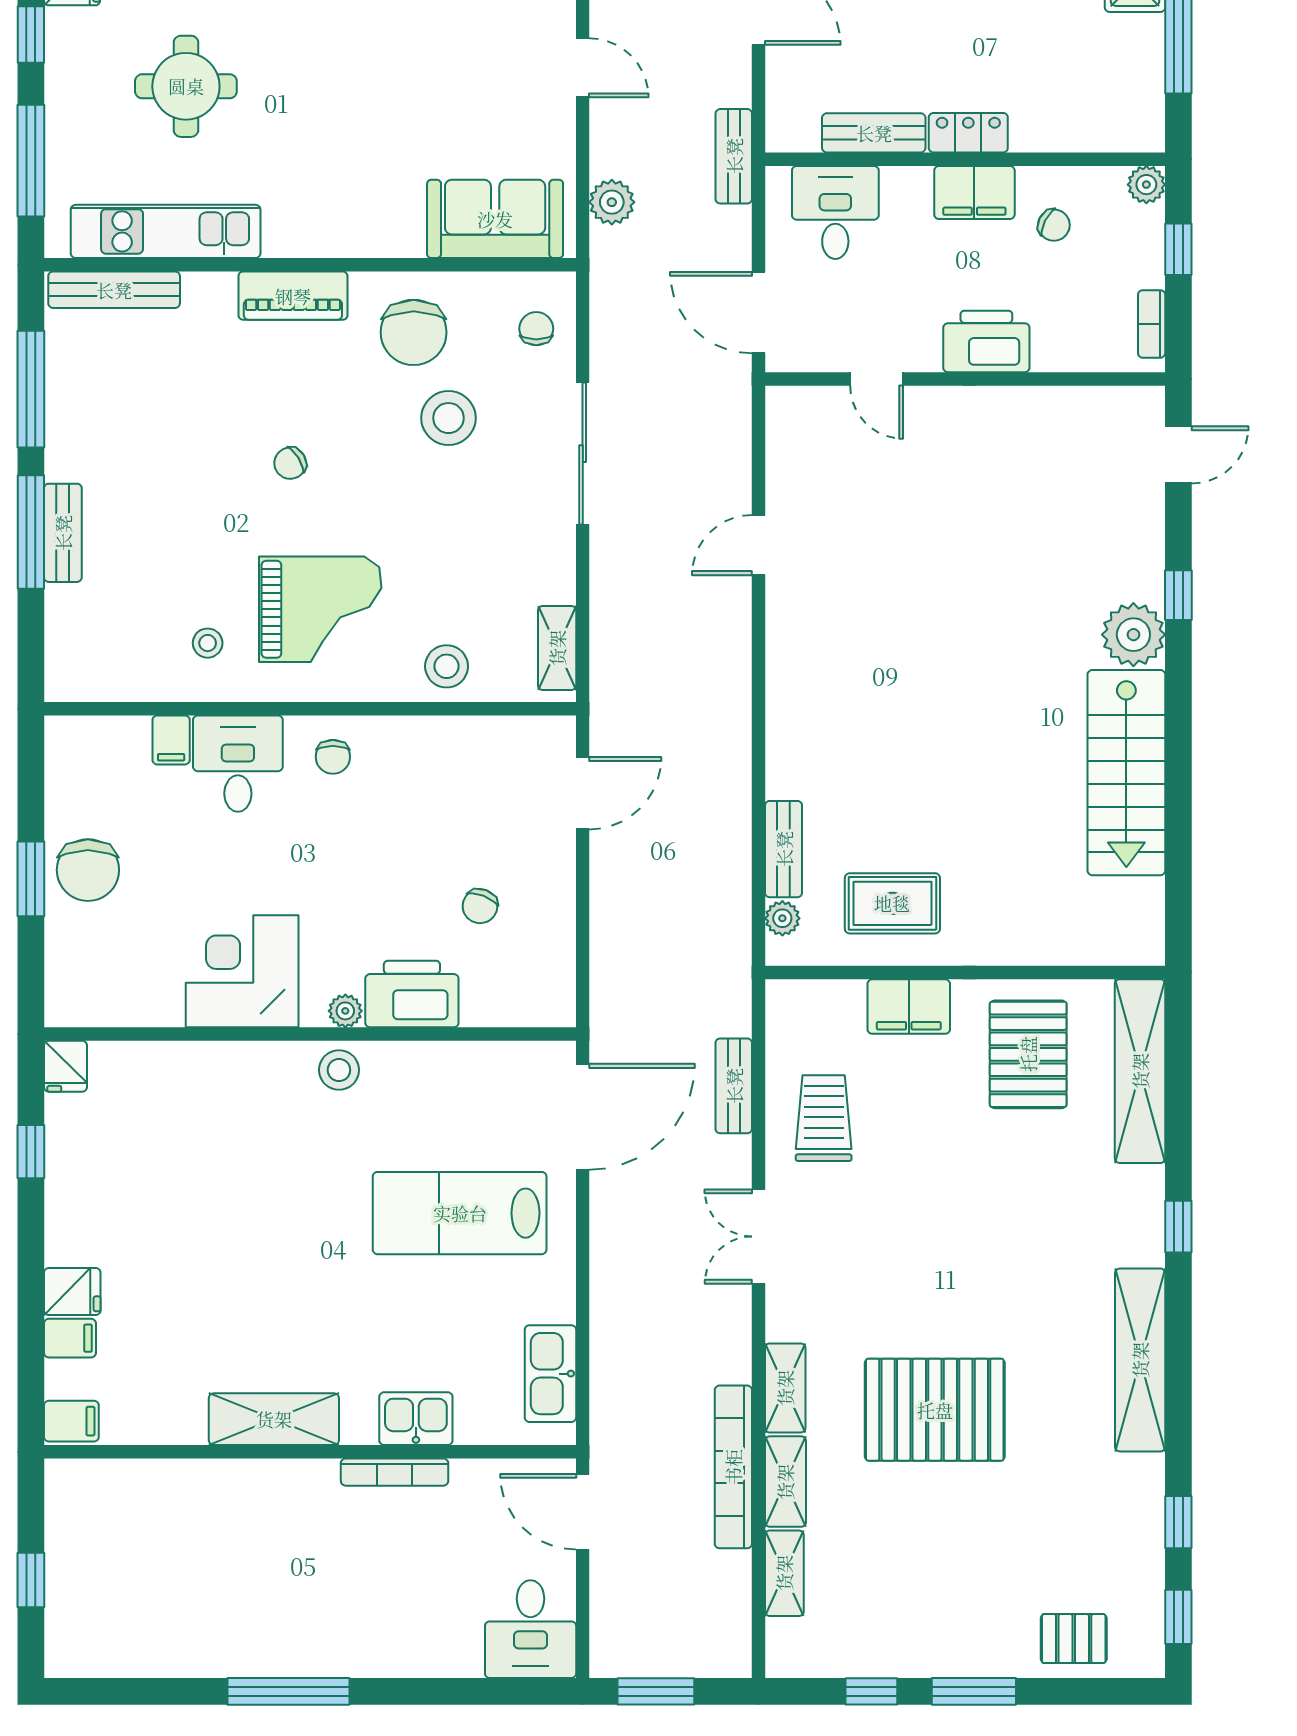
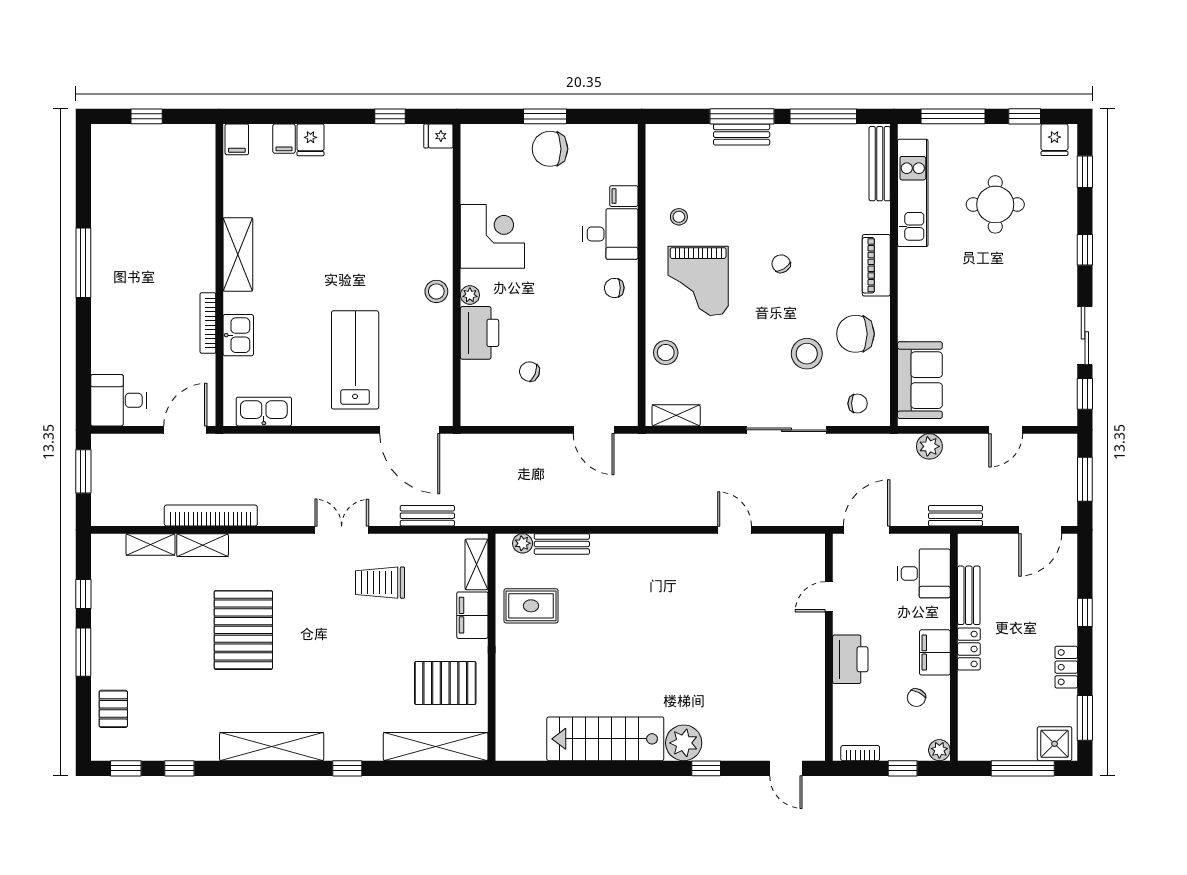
rug: (892, 903) -> (531, 606), turned 90
trolley: (824, 1118) -> (380, 583), moved, turned 180
shelving: (785, 1388) -> (477, 564), moved, turned 90

